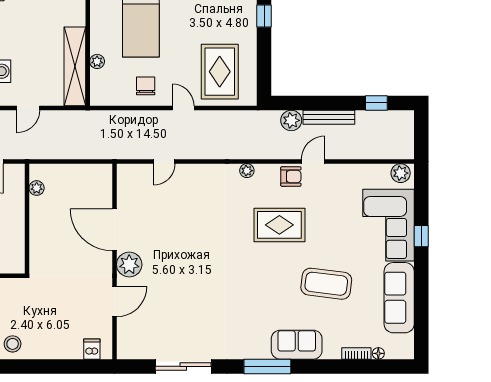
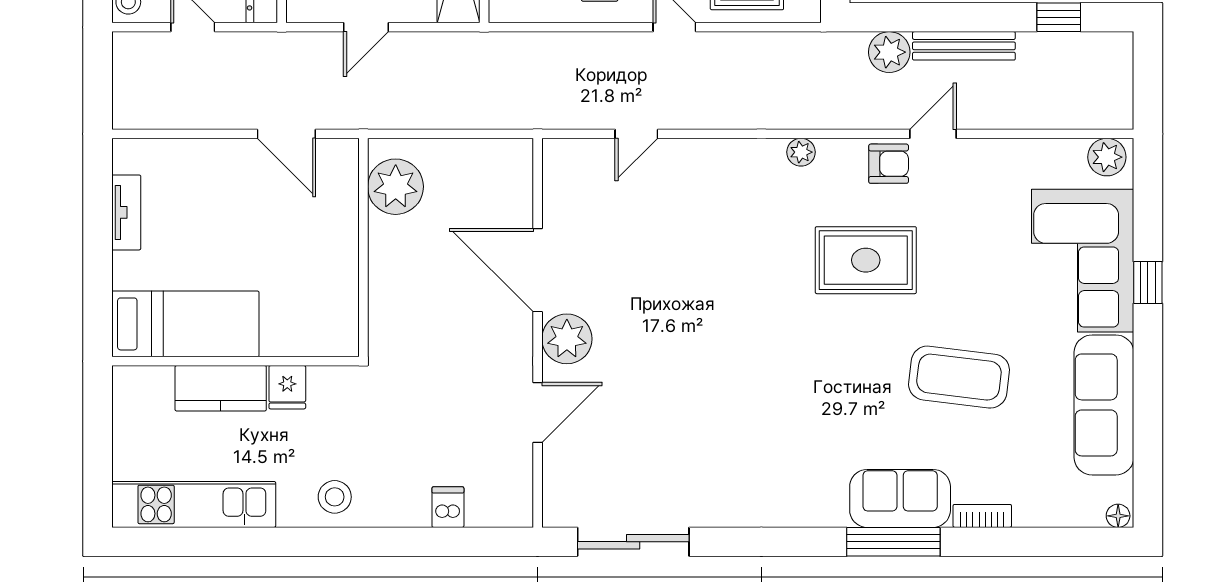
plant: (37, 188) -> (396, 187), width x1.88, depth x1.88
dishwasher: (92, 349) -> (448, 507), moved
bookcase: (356, 353) -> (982, 516), moved
floor lamp: (378, 353) -> (1118, 516), moved
sliding door: (183, 366) -> (633, 542), moved
window: (267, 366) -> (893, 542), moved

